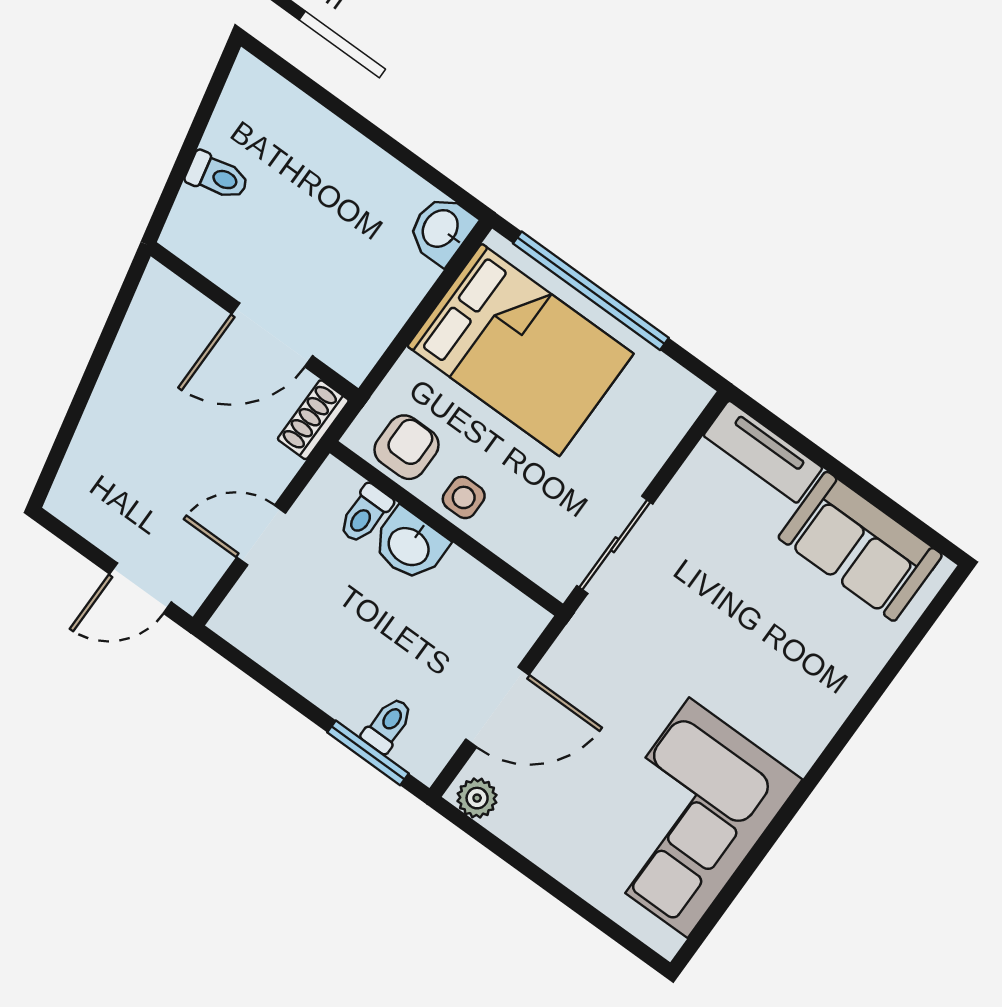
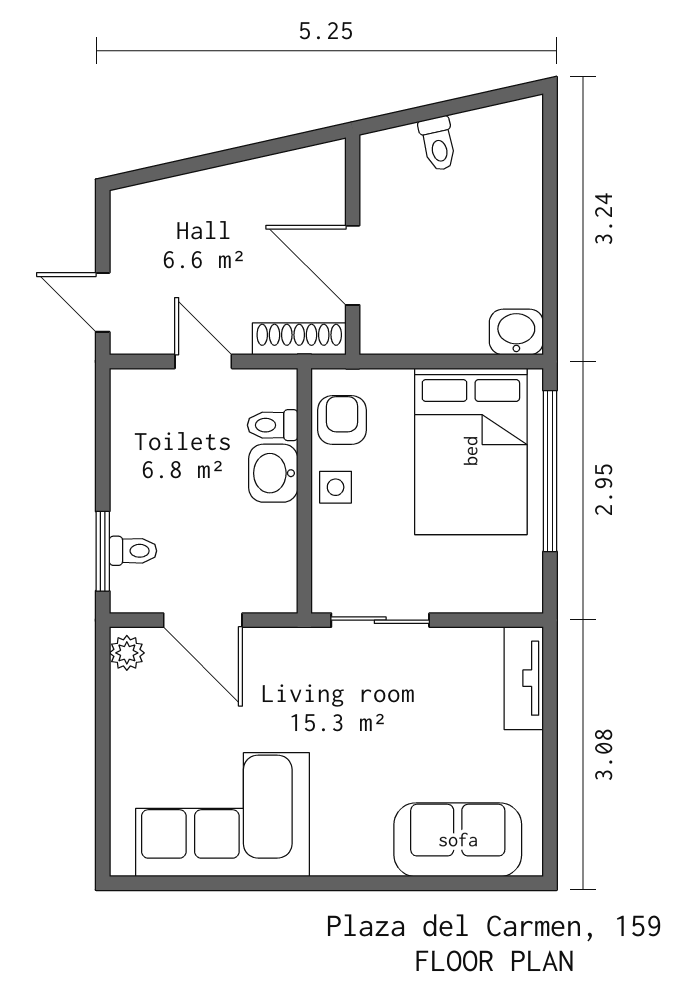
shoe rack: (313, 420) -> (299, 339), width x1.43
armchair: (407, 447) -> (342, 420), turned -90
sofa: (860, 546) -> (458, 840), moved, turned 90

